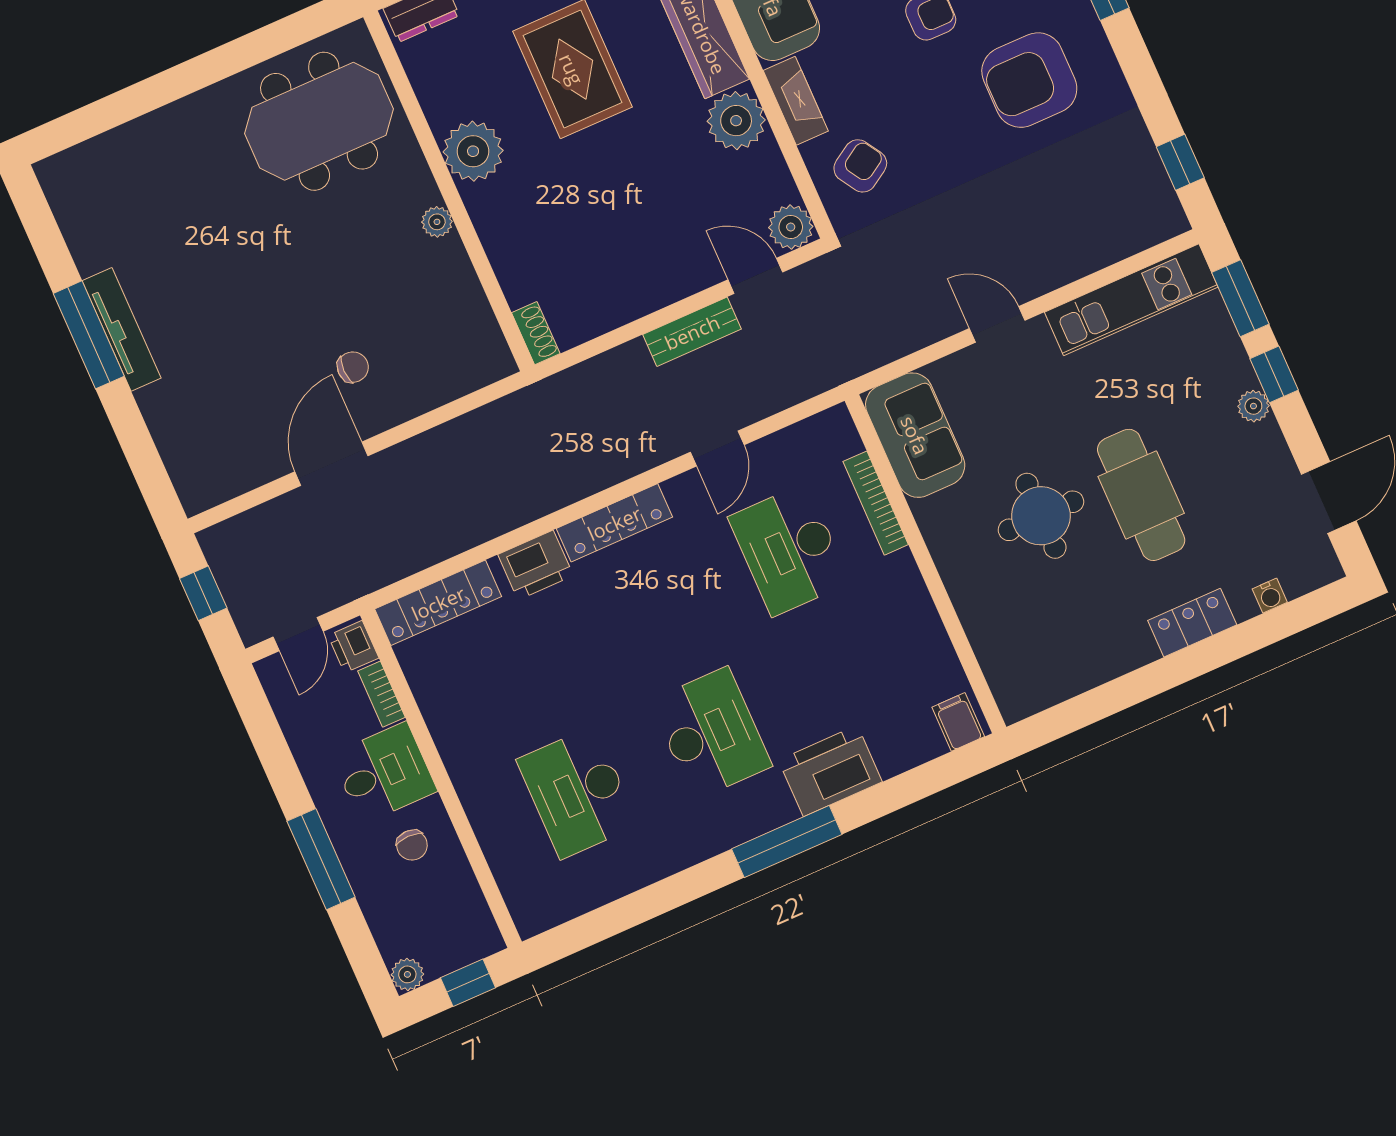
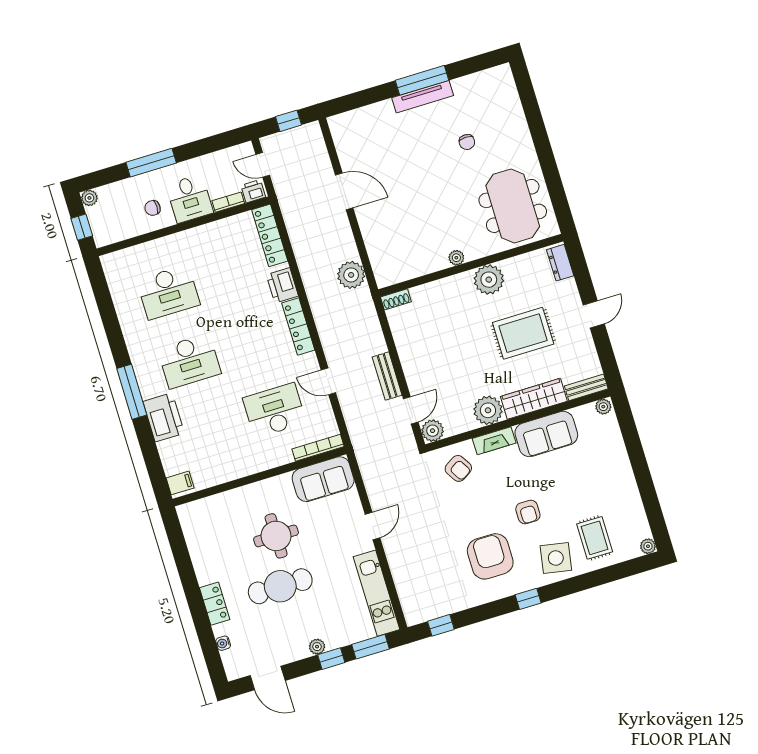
chair: (353, 367) -> (467, 142), moved
plant: (498, 429) -> (351, 275), added
bookcase: (876, 503) -> (318, 448), moved
desk: (578, 792) -> (168, 292), turned 180

